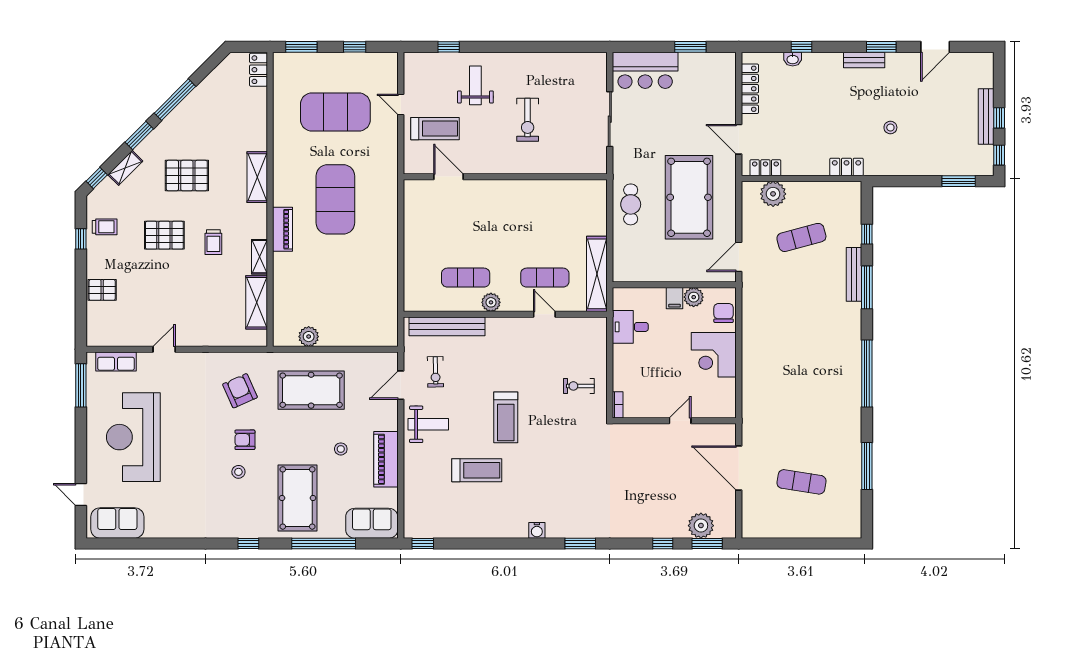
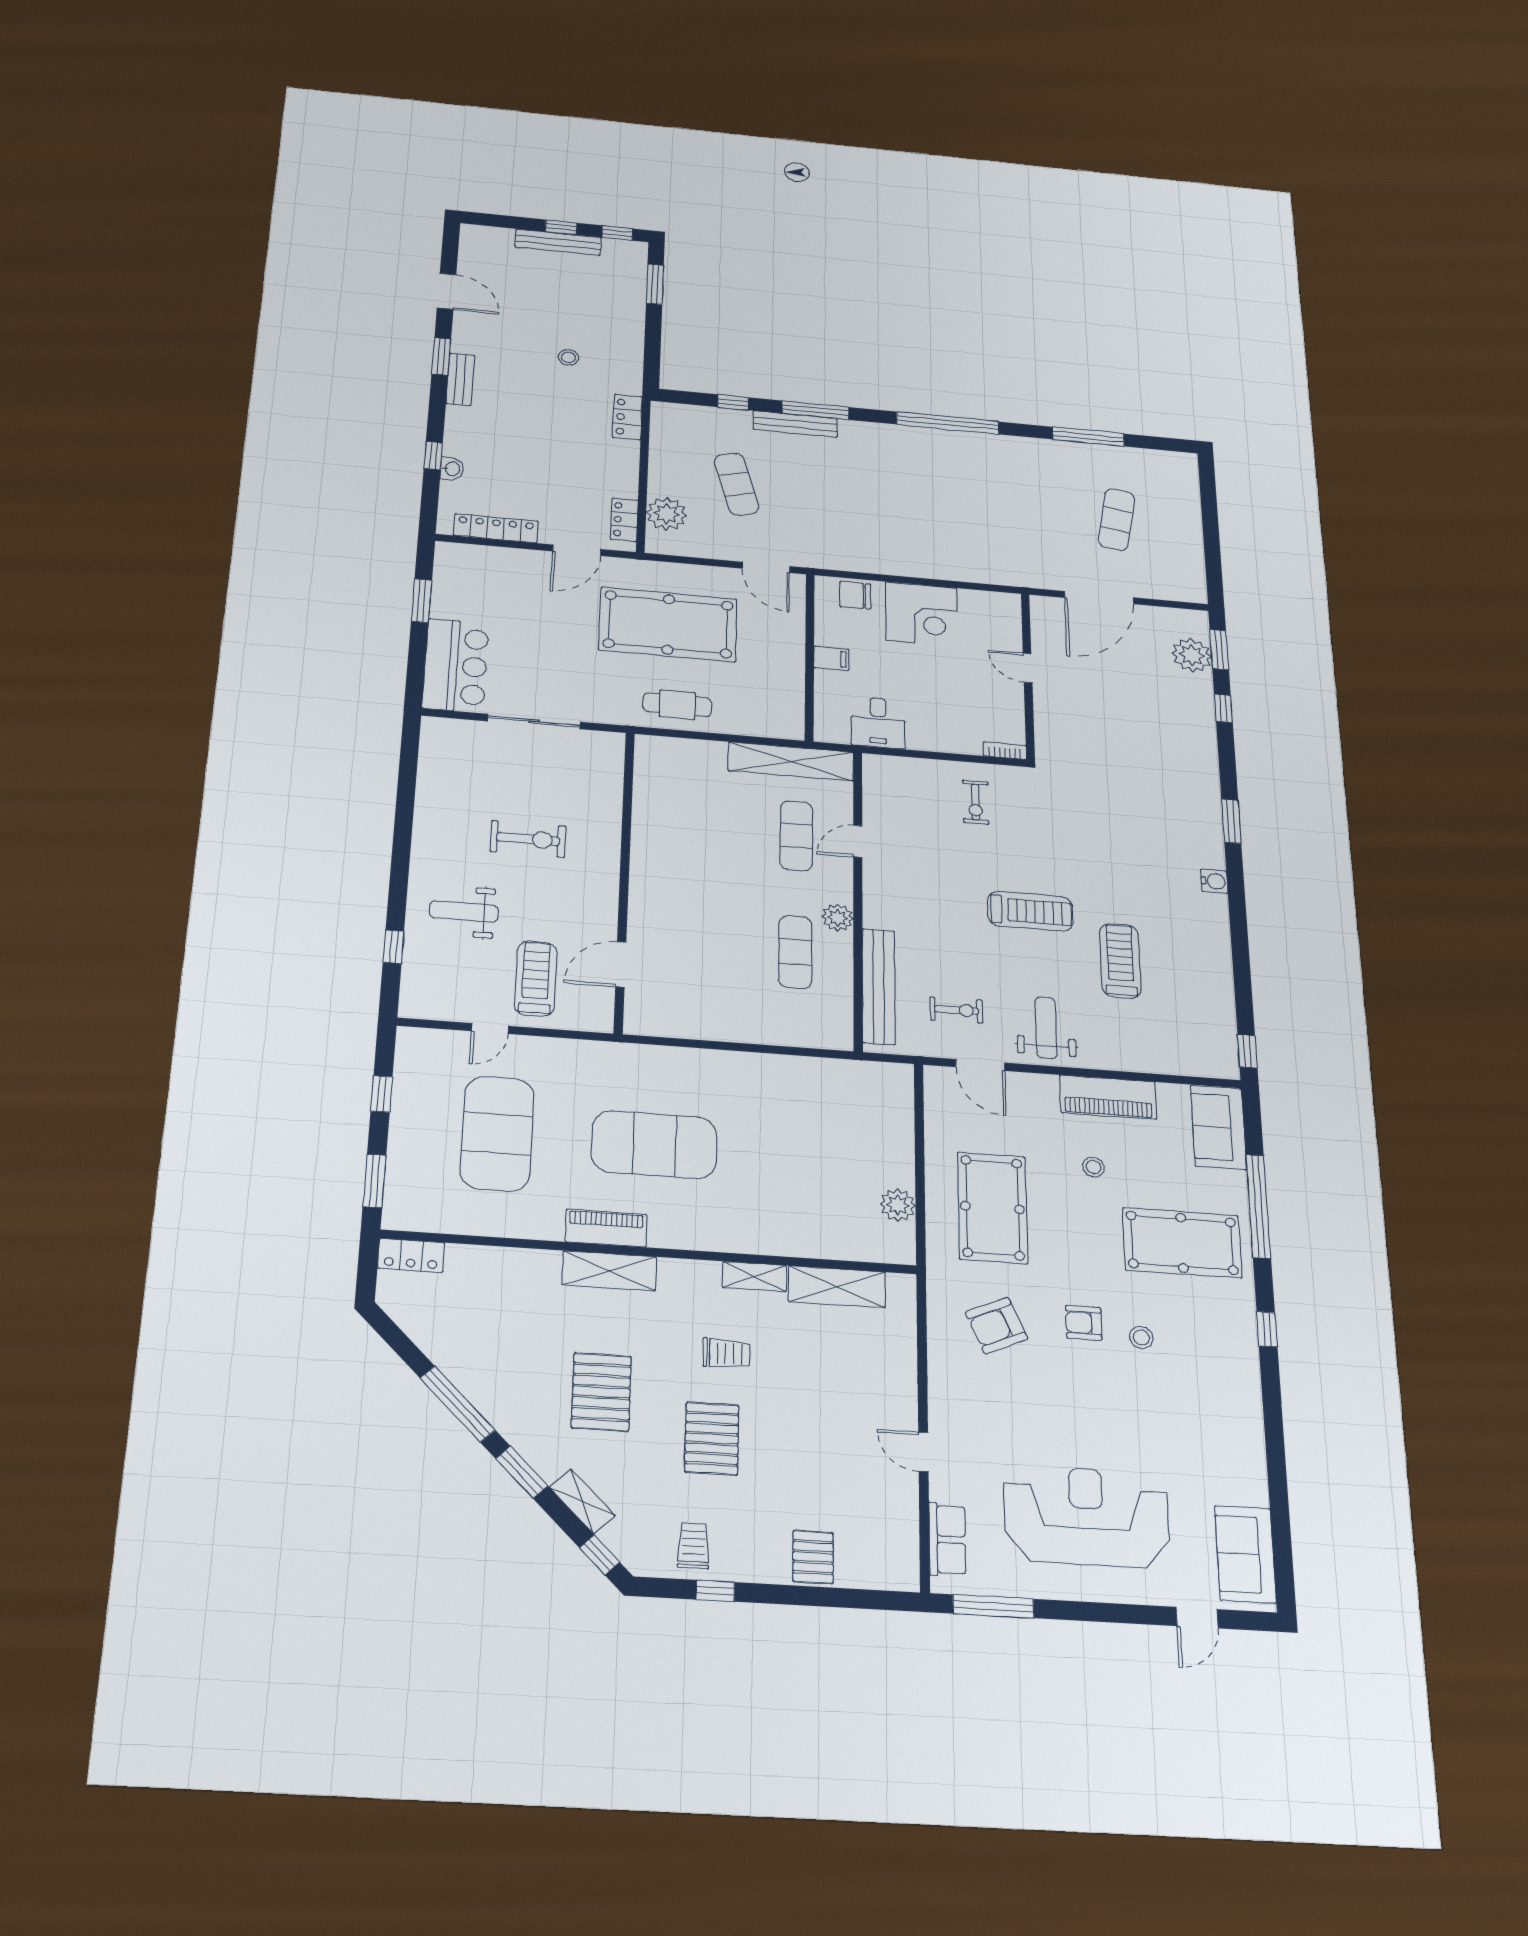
piano: (283, 229) -> (606, 1228), moved
plant: (694, 297) -> (830, 632), removed
reception desk: (133, 437) -> (1086, 1516), turned 180
armchair: (245, 440) -> (1084, 1323), turned 90

